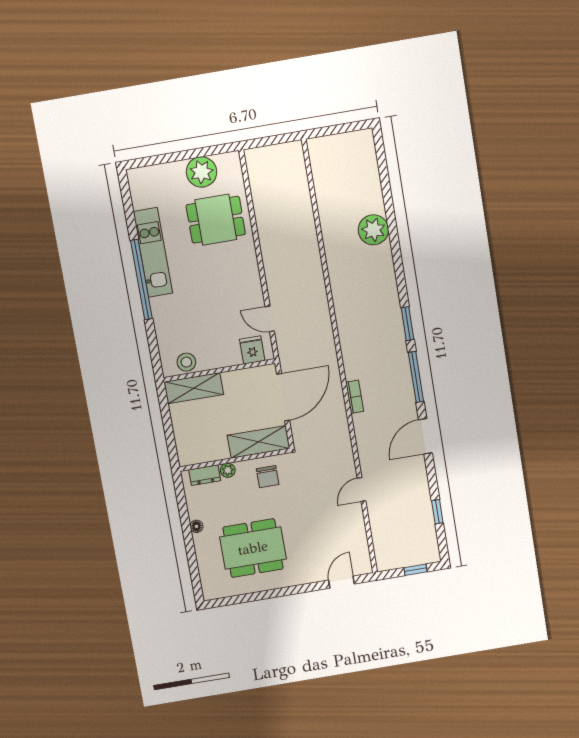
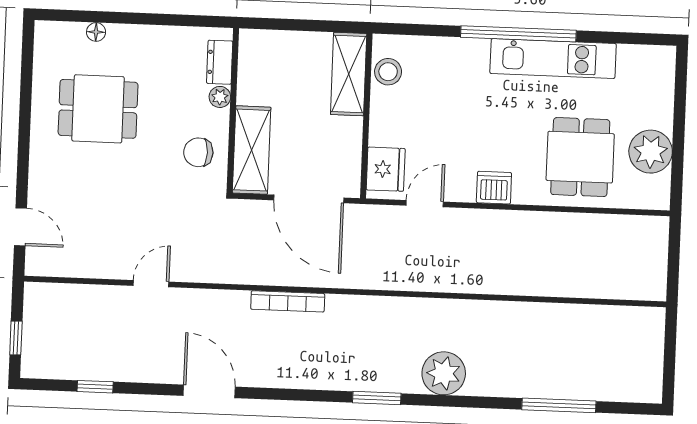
plant: (373, 230) -> (444, 373), moved
dishwasher: (249, 274) -> (494, 188), added
fridge: (252, 350) -> (386, 169), width x1.38
window: (416, 377) -> (559, 405), moved
bookcase: (355, 397) -> (288, 301), width x1.56
door: (361, 489) -> (151, 284), hinge flipped
floor lamp: (196, 526) -> (96, 32), moved
dining table: (253, 548) -> (98, 109), width x0.73

